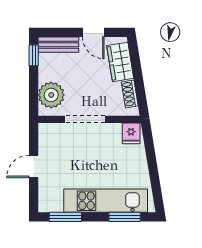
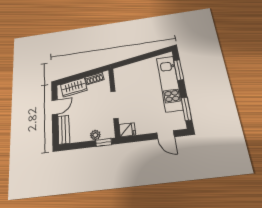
window: (34, 55) -> (104, 142), moved
plant: (51, 95) -> (95, 135), width x0.53, depth x0.53
fridge: (131, 133) -> (127, 130), moved
door: (34, 166) -> (166, 135), moved

